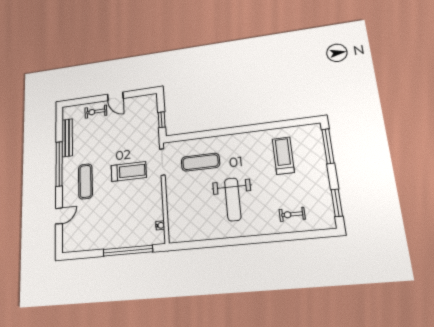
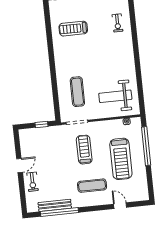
window: (59, 164) -> (59, 212), moved
weight bench: (233, 199) -> (115, 96), moved, turned 180
treadmill: (114, 217) -> (121, 159), added

